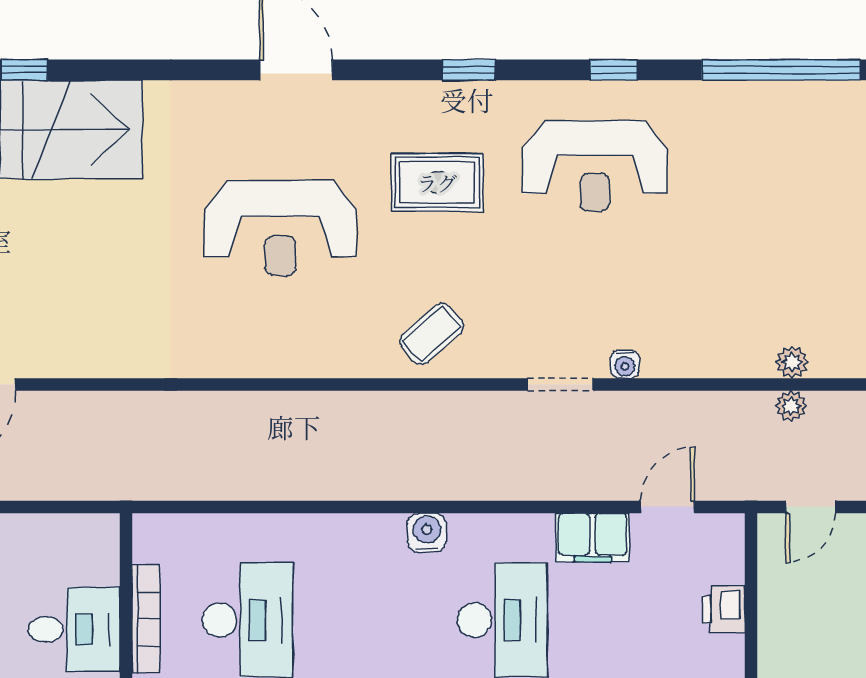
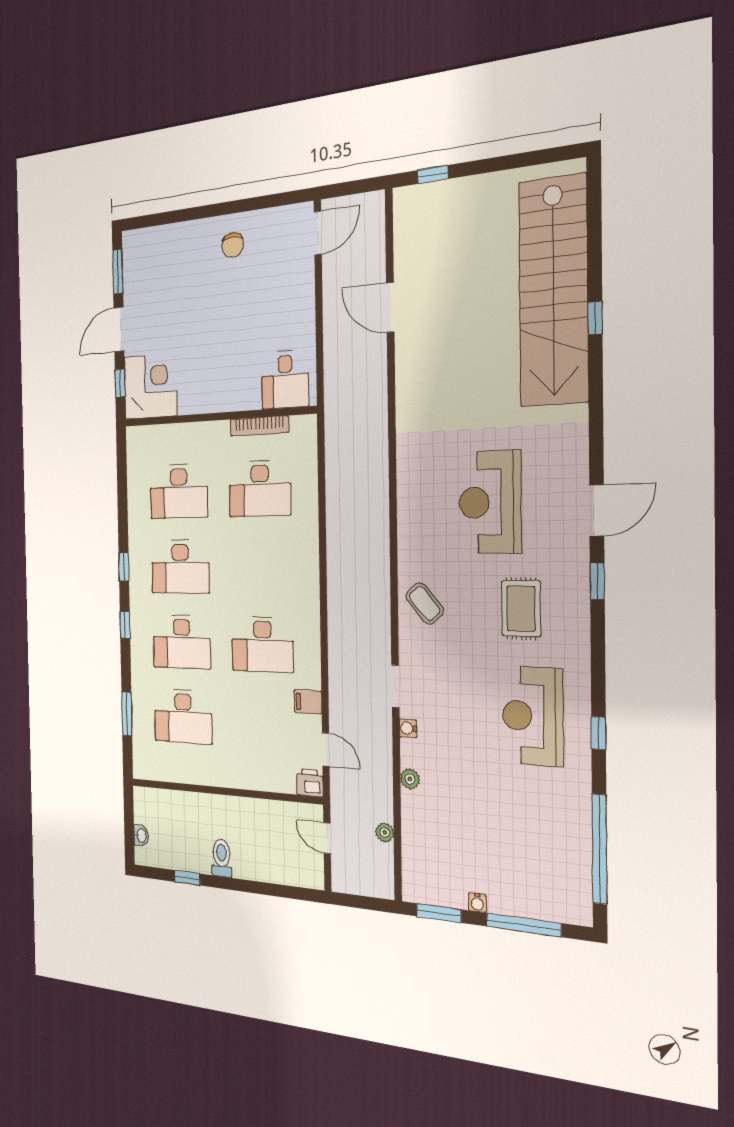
window: (469, 70) -> (597, 581), moved
plant: (792, 362) -> (410, 779), moved
water cooler: (427, 533) -> (309, 599), removed
filing cabinet: (593, 538) -> (308, 702), width x0.50
printer: (724, 609) -> (310, 783), moved
desk: (74, 629) -> (285, 379), moved

